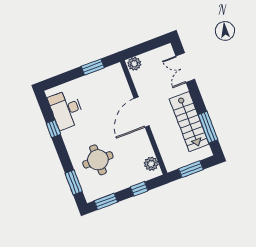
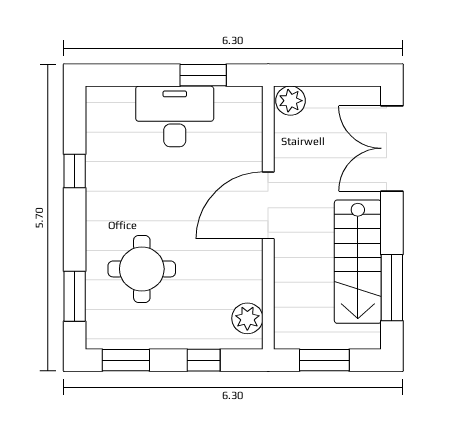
double door: (185, 68) -> (392, 148), width x1.37
desk: (66, 109) -> (175, 116), moved, turned 90

